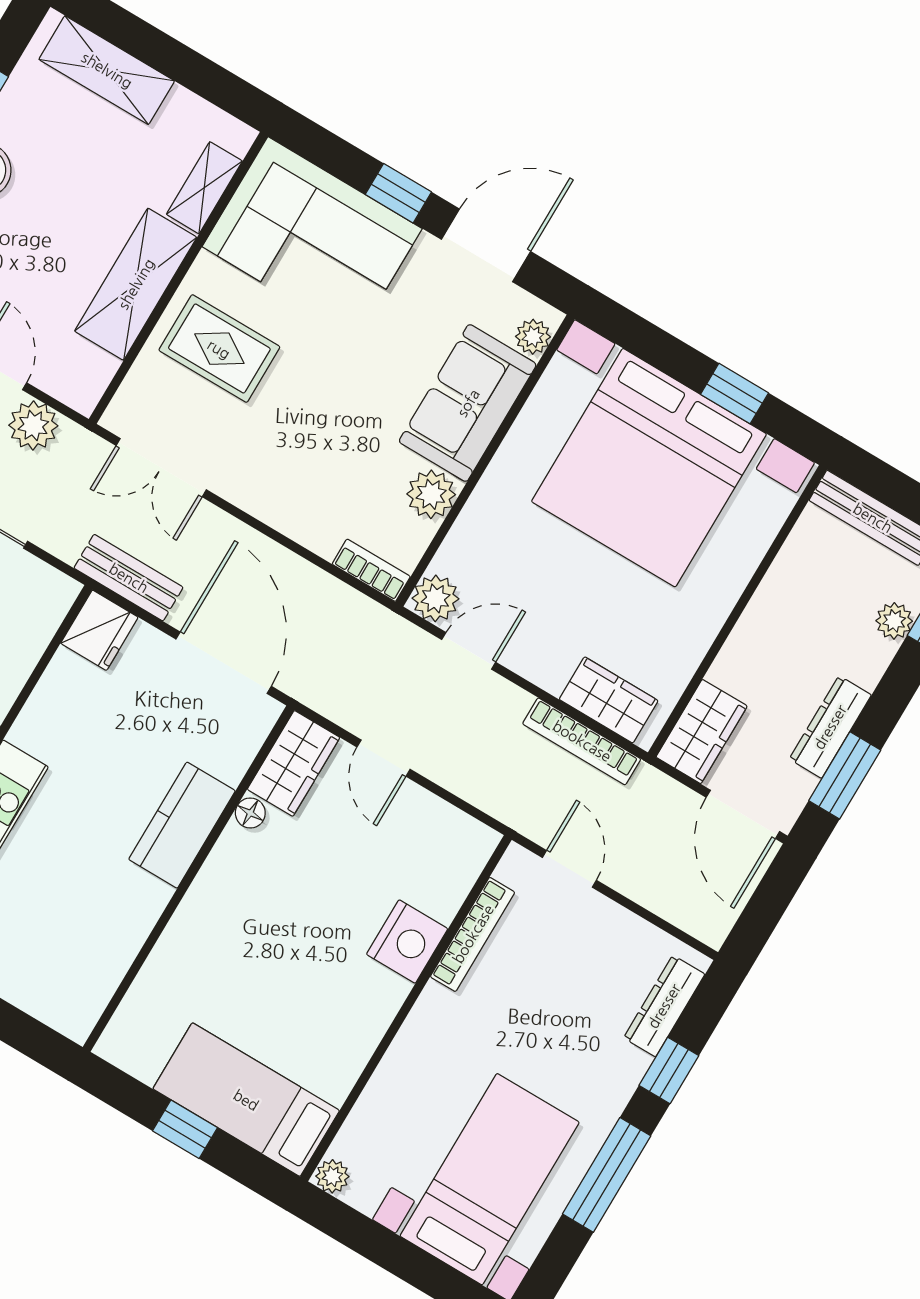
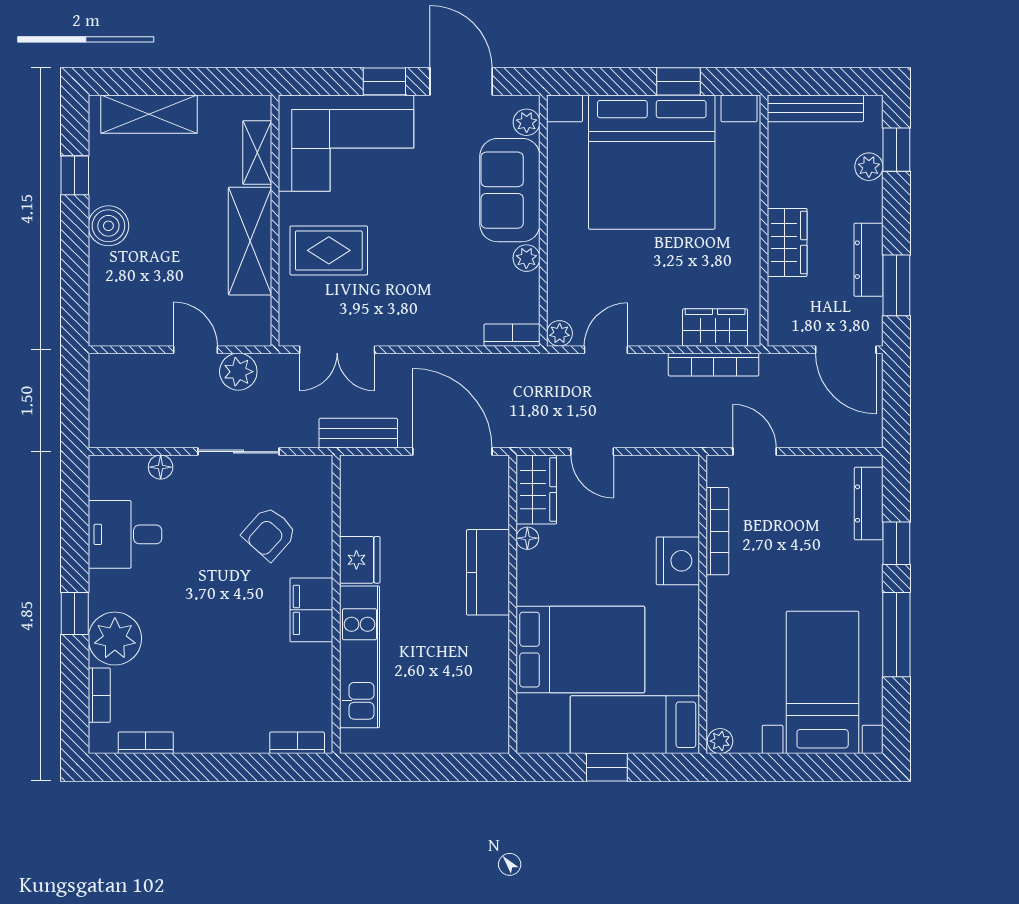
door: (486, 245) -> (461, 81), hinge flipped
plant: (431, 494) -> (526, 258), width x0.73, depth x0.73
plant: (436, 598) -> (560, 333), width x0.73, depth x0.73
fridge: (99, 630) -> (360, 560), moved
wardrobe: (702, 732) -> (787, 242), moved
bed: (235, 976) -> (580, 650), added

